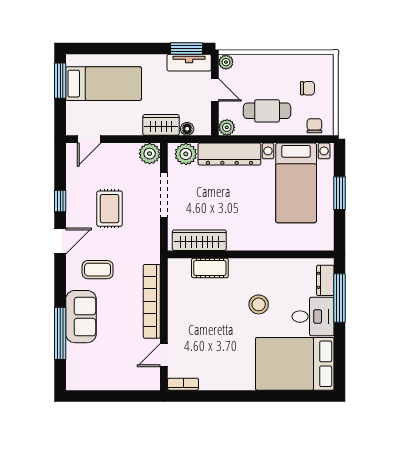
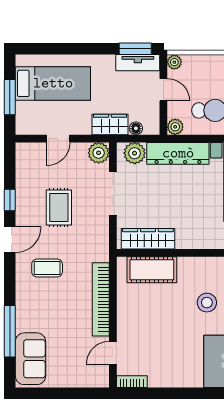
window: (60, 81) -> (10, 97), moved
door: (89, 139) -> (58, 139), moved
cot: (210, 268) -> (152, 270), width x1.37, depth x1.34
sofa: (81, 317) -> (31, 359), moved

